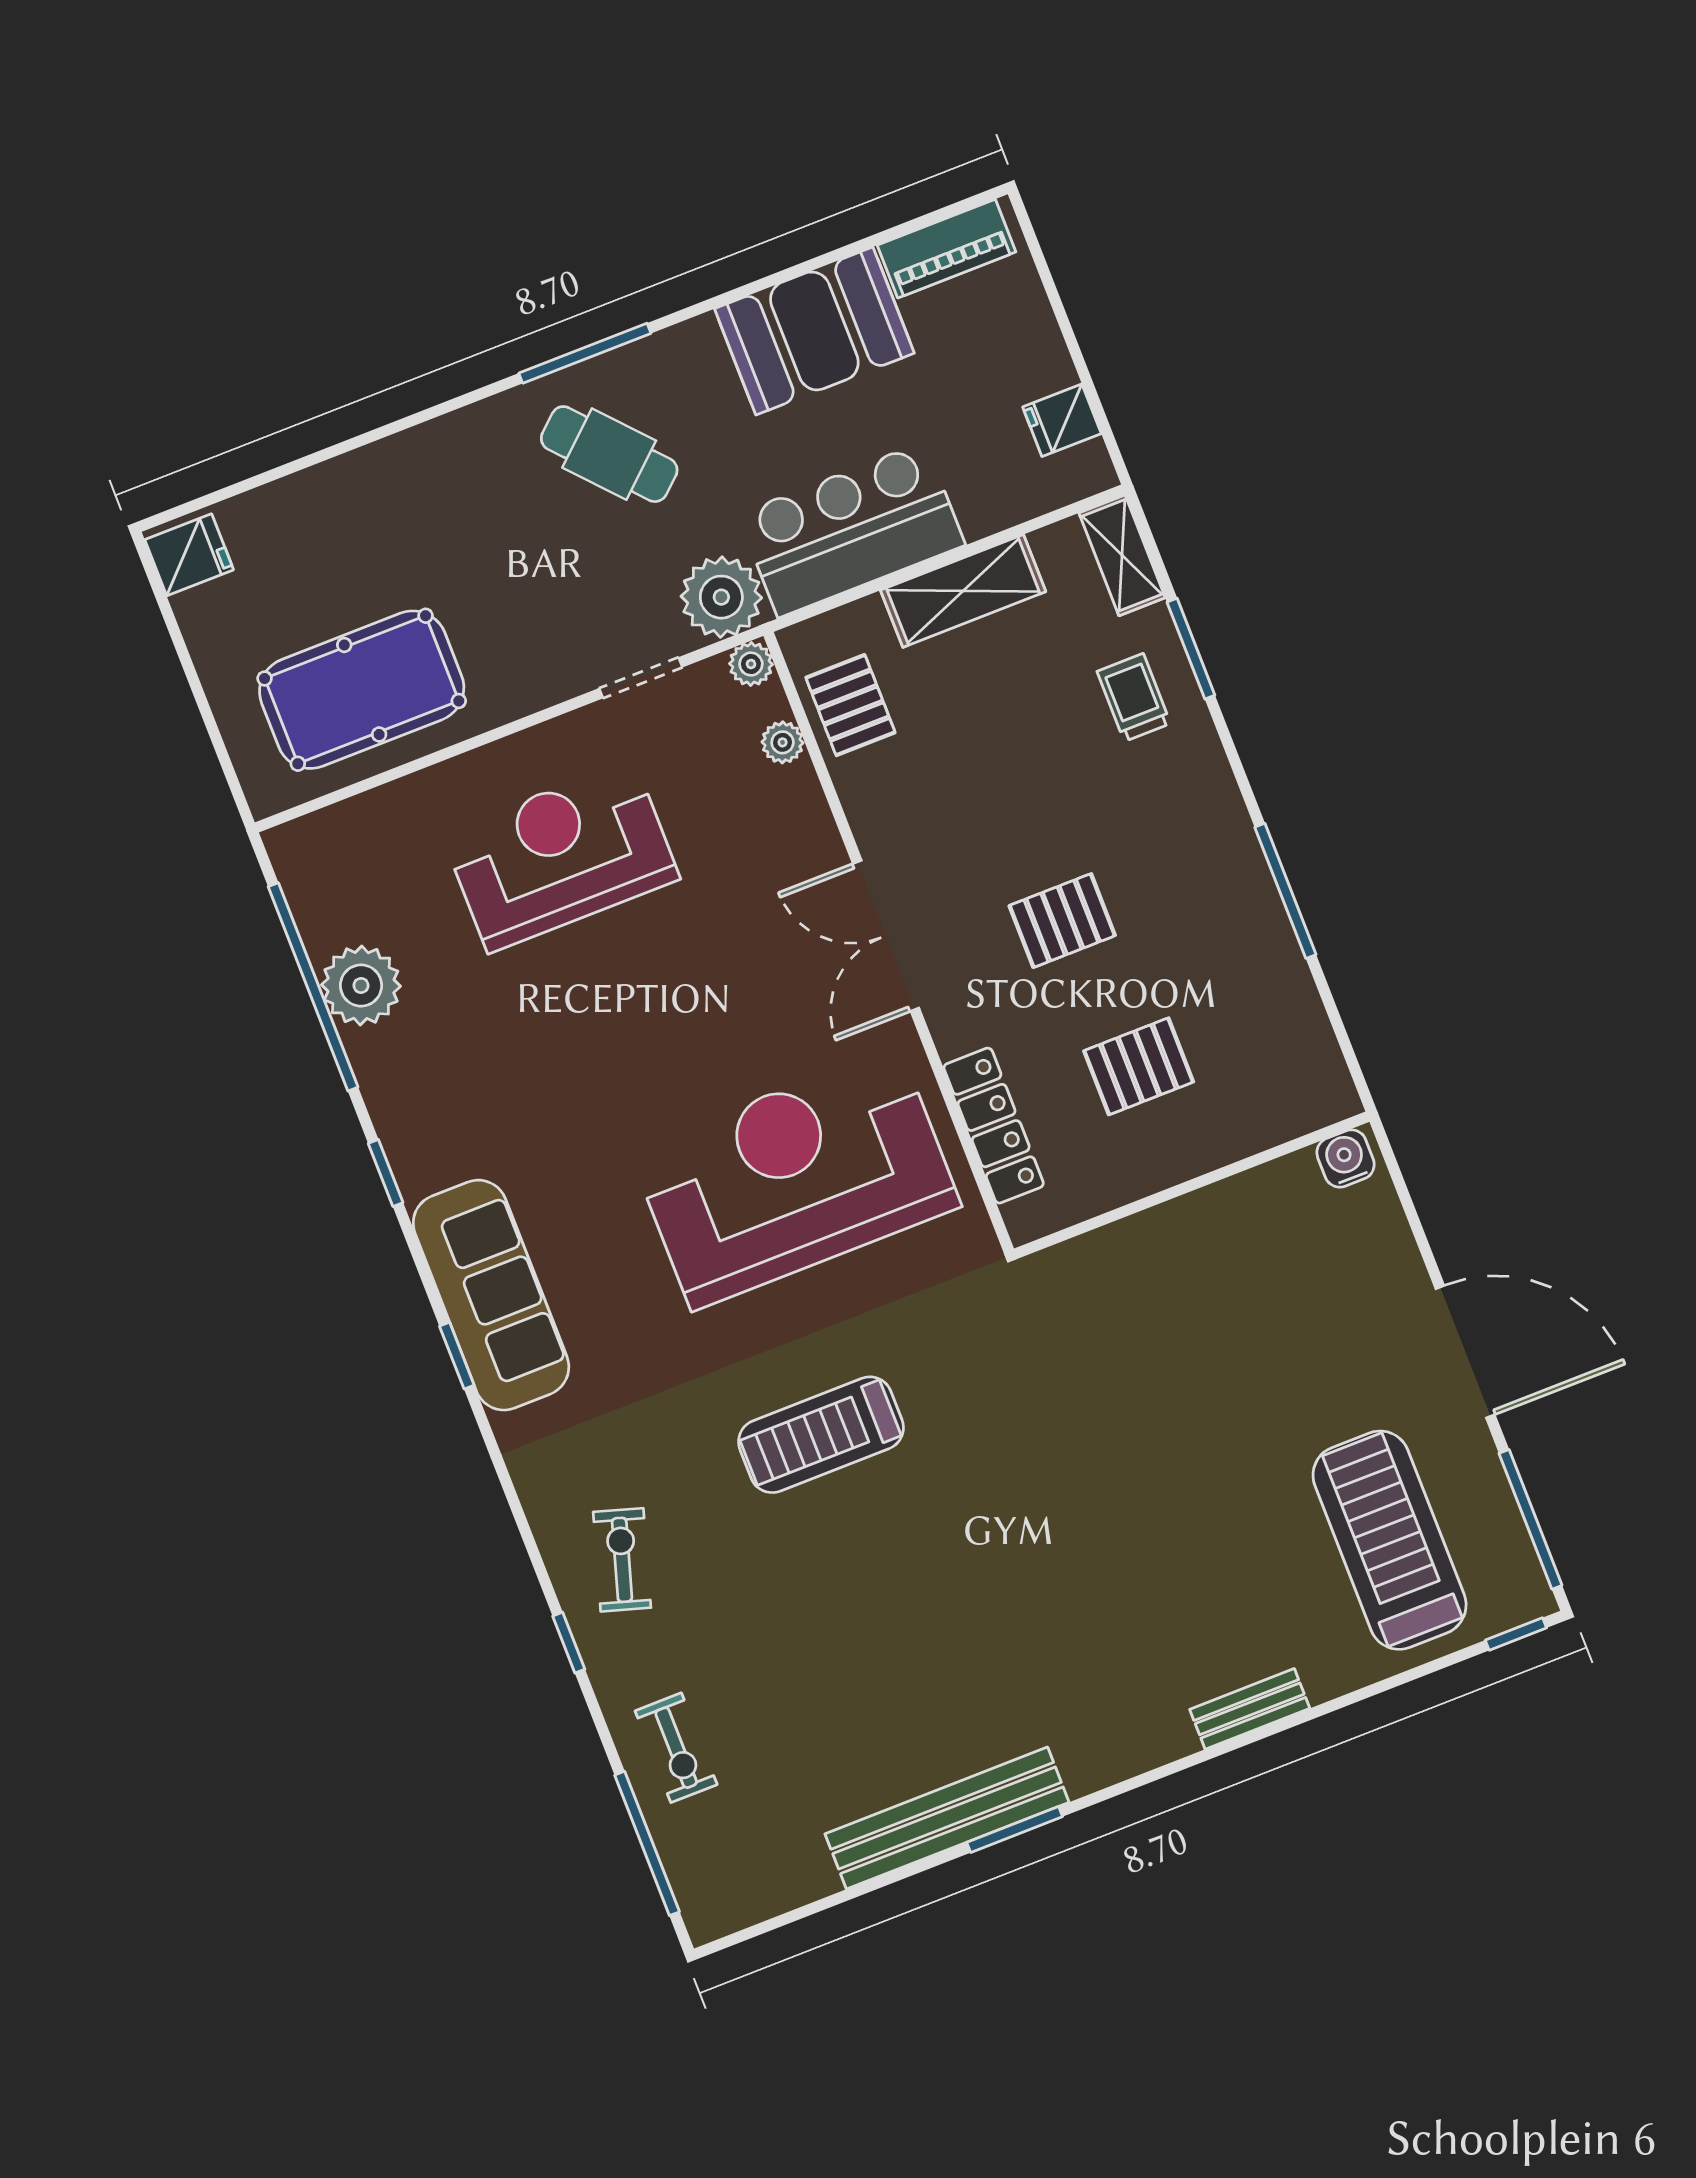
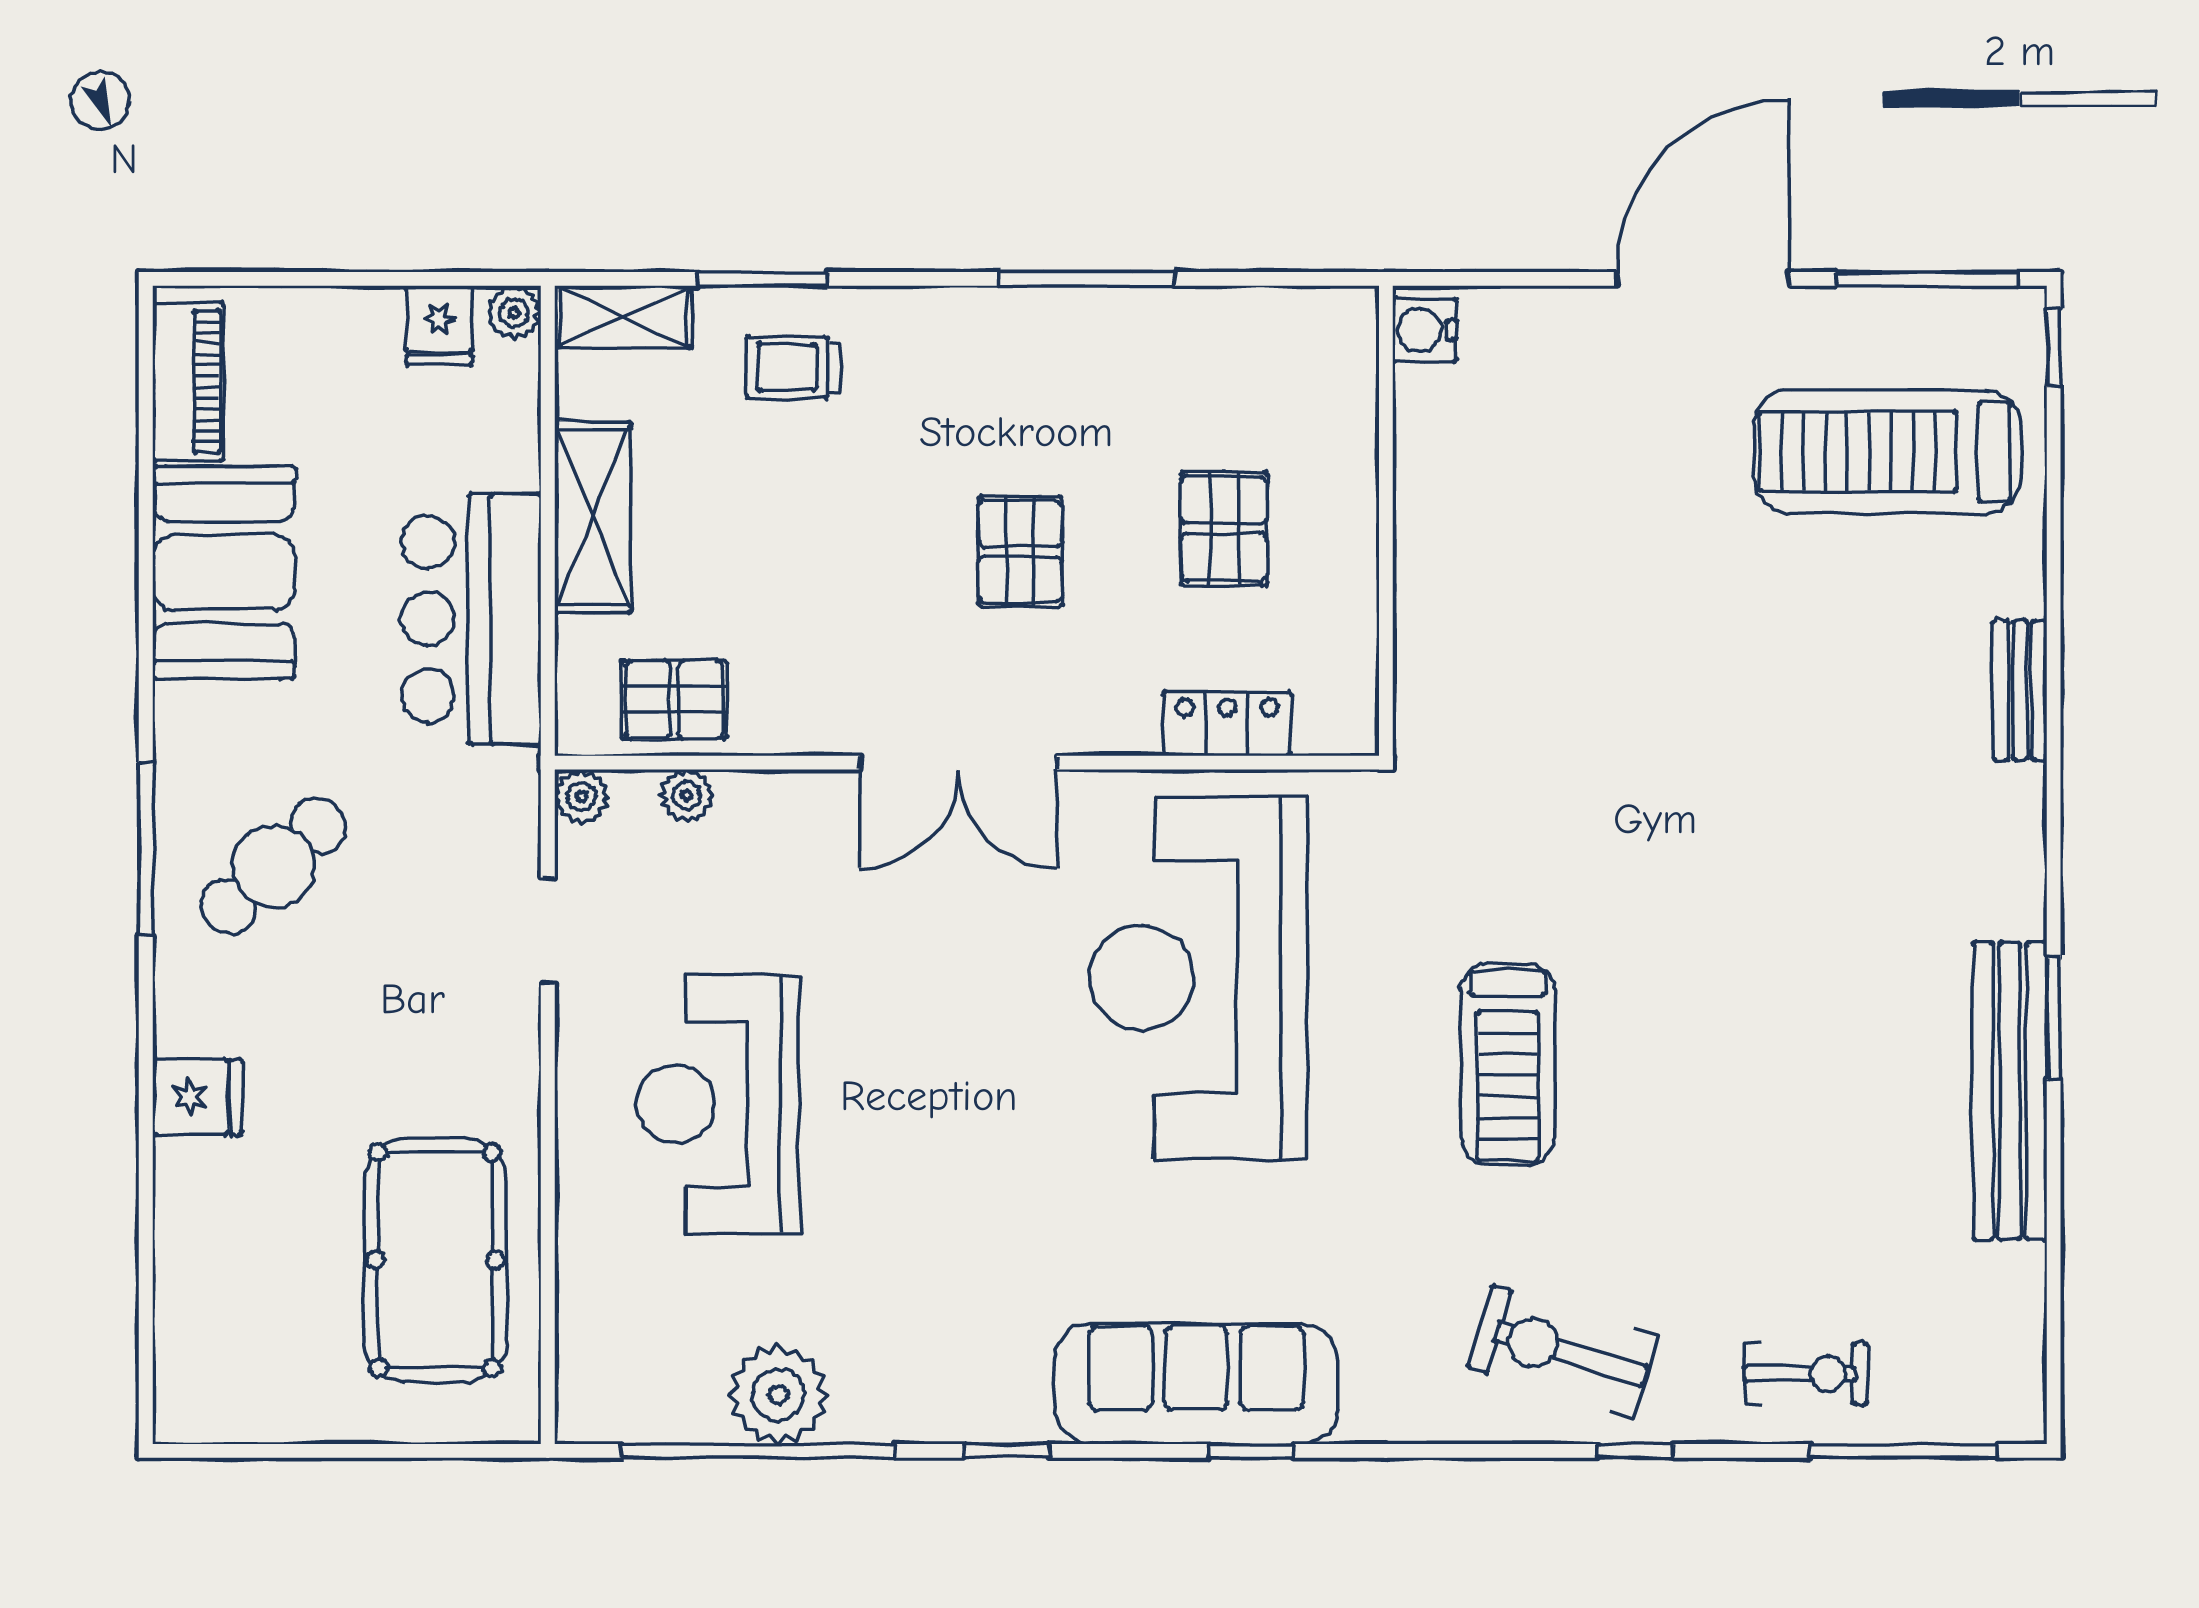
fridge: (189, 555) -> (197, 1097), moved, turned 90
plant: (721, 597) -> (514, 313), moved, width x0.53, depth x0.53
locker: (994, 1126) -> (1227, 724), width x0.66
exercise bike: (622, 1560) -> (1563, 1352), width x1.38, depth x1.39

